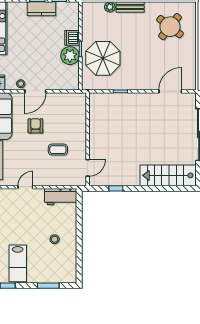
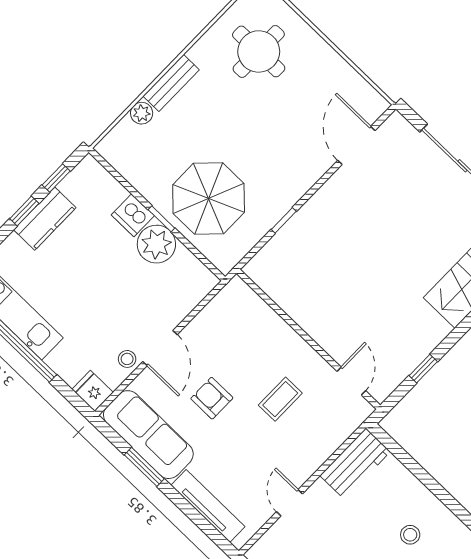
round table: (170, 27) -> (259, 51), turned -38

